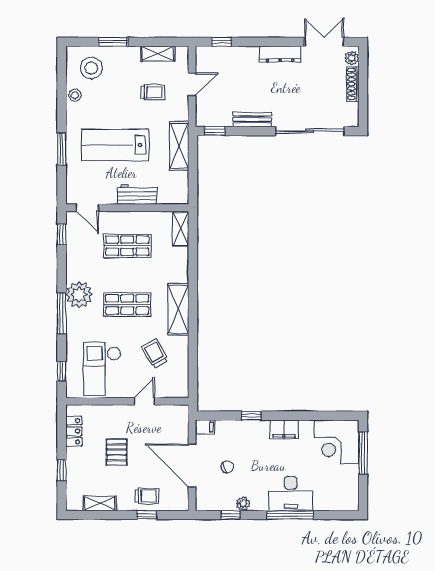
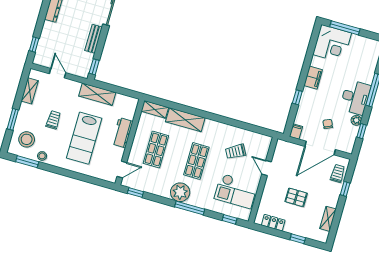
trolley: (153, 92) -> (53, 120), moved
window: (62, 149) -> (27, 162), moved
shelving: (178, 309) -> (185, 120), moved
desk: (291, 493) -> (355, 97), moved
trolley: (147, 496) -> (338, 173), moved

